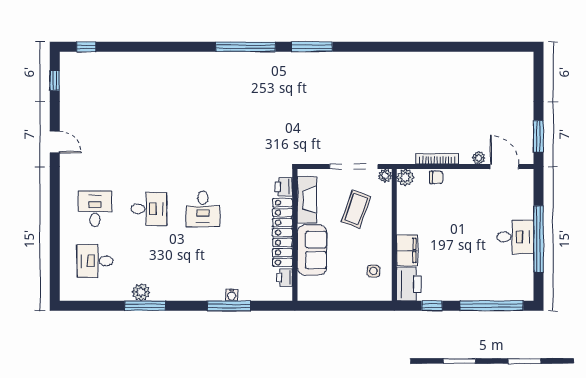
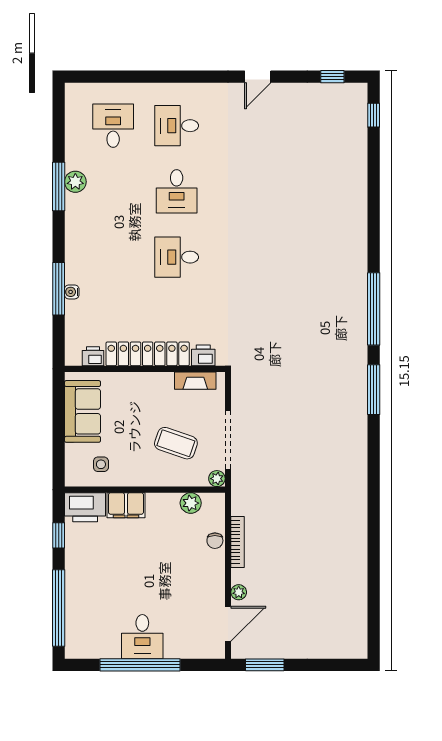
plant: (405, 178) -> (191, 503), moved
fireplace: (307, 200) -> (195, 381), width x0.73, depth x0.76
desk: (95, 209) -> (177, 126), turned 180
sofa: (312, 250) -> (83, 411), moved, turned -90

